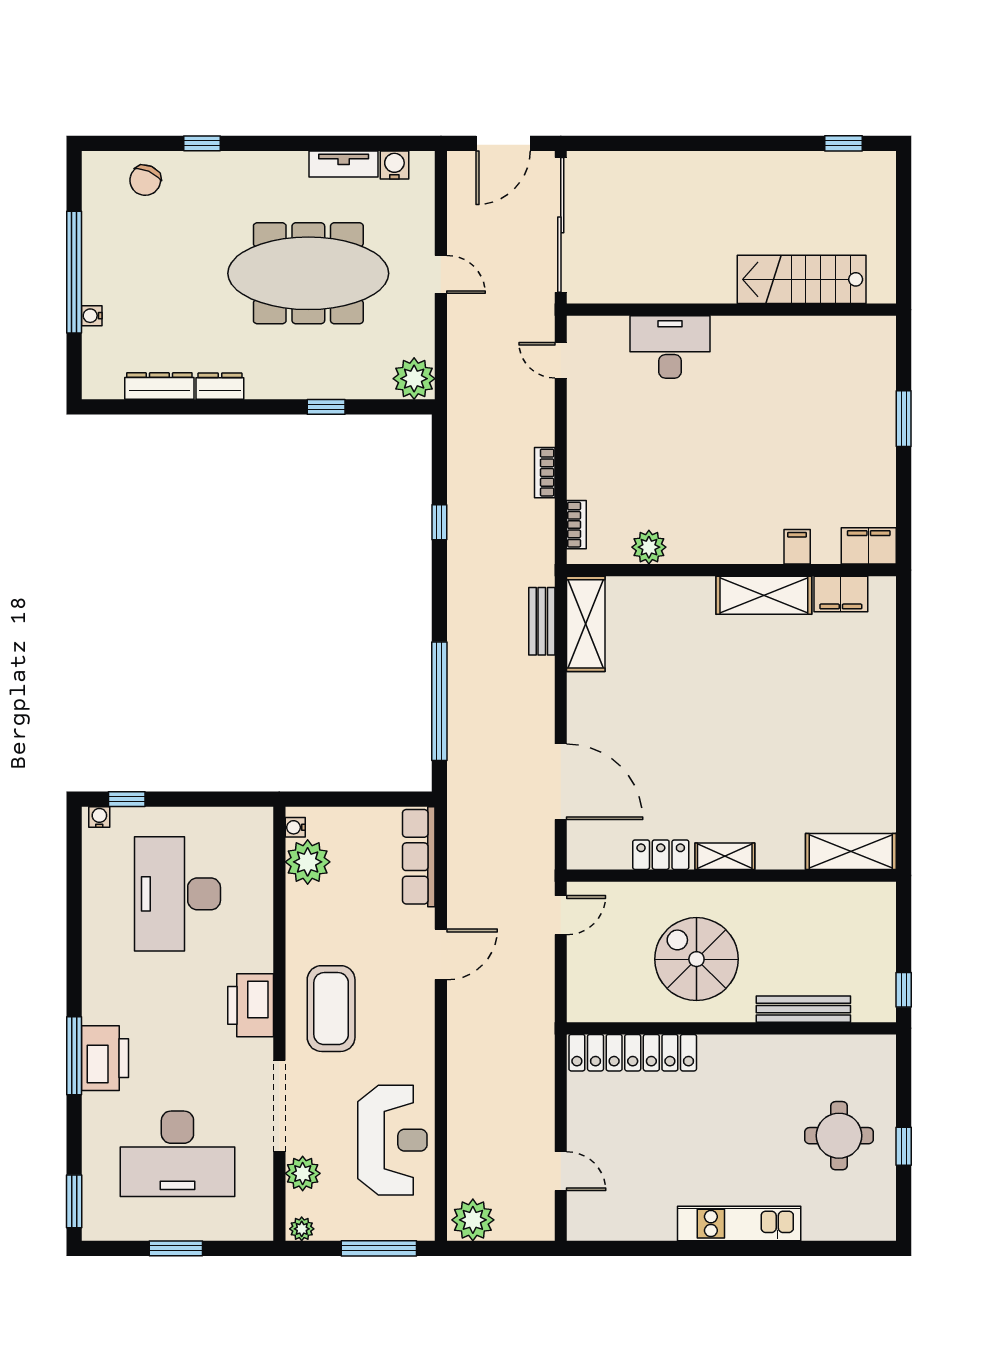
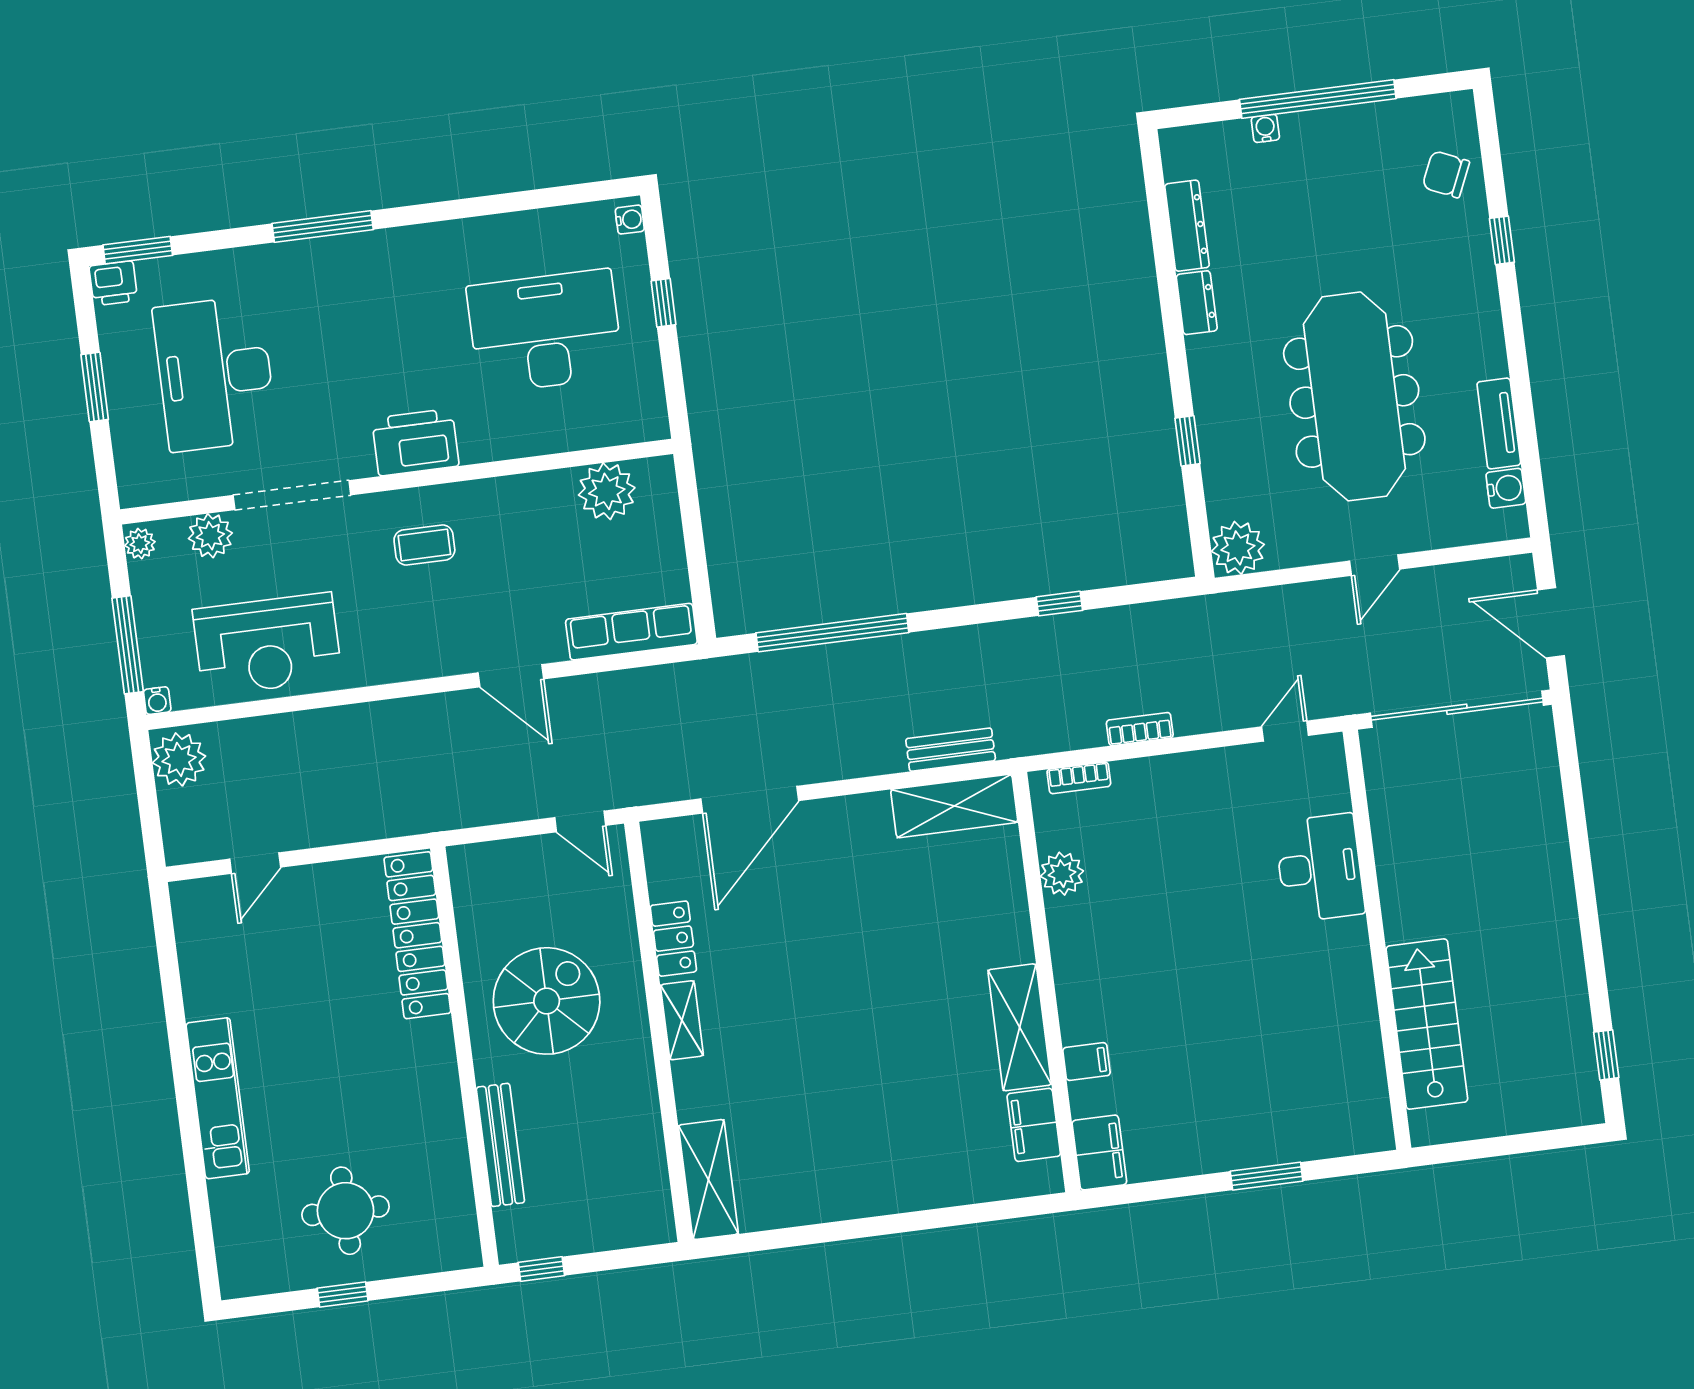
window: (127, 799) -> (664, 303), moved
water cooler: (295, 827) -> (157, 701), moved, turned 180
coffee table: (331, 1009) -> (424, 545), width x0.54, depth x0.58
printer: (105, 1058) -> (113, 283), moved, width x0.53, depth x0.68

